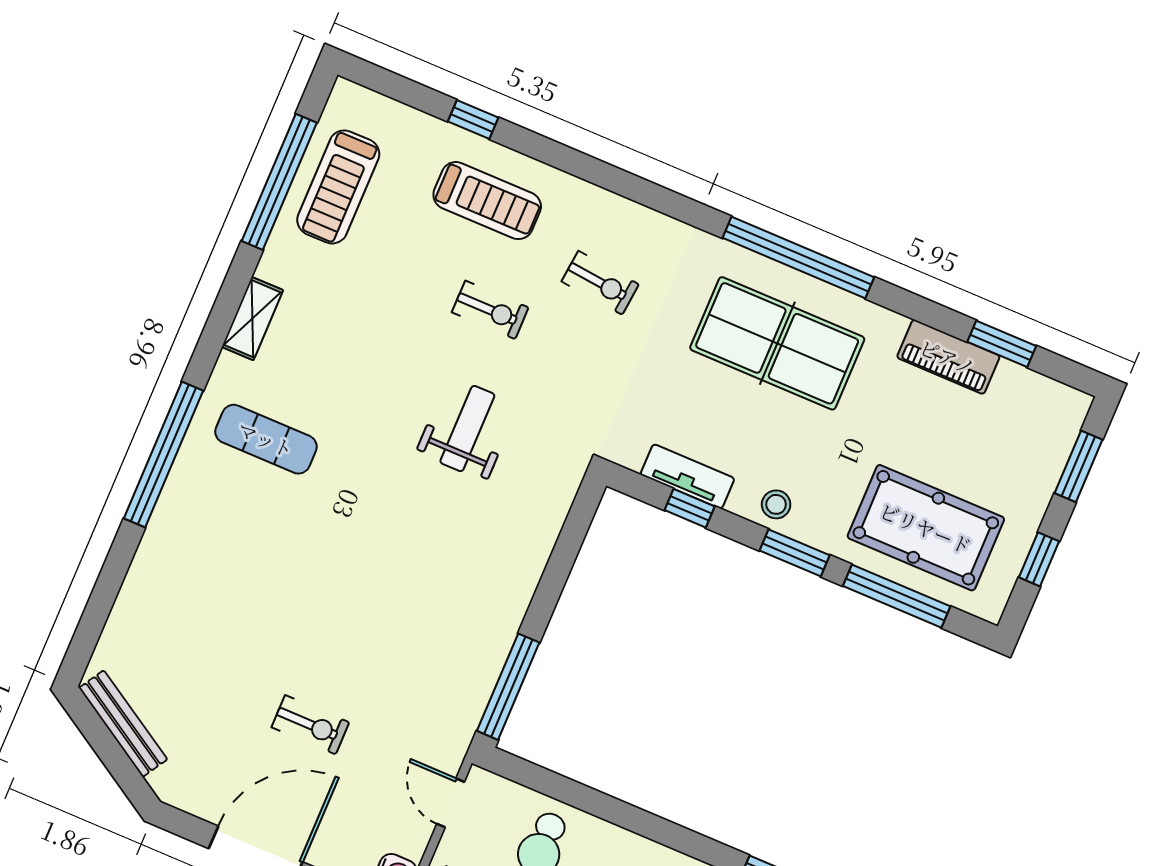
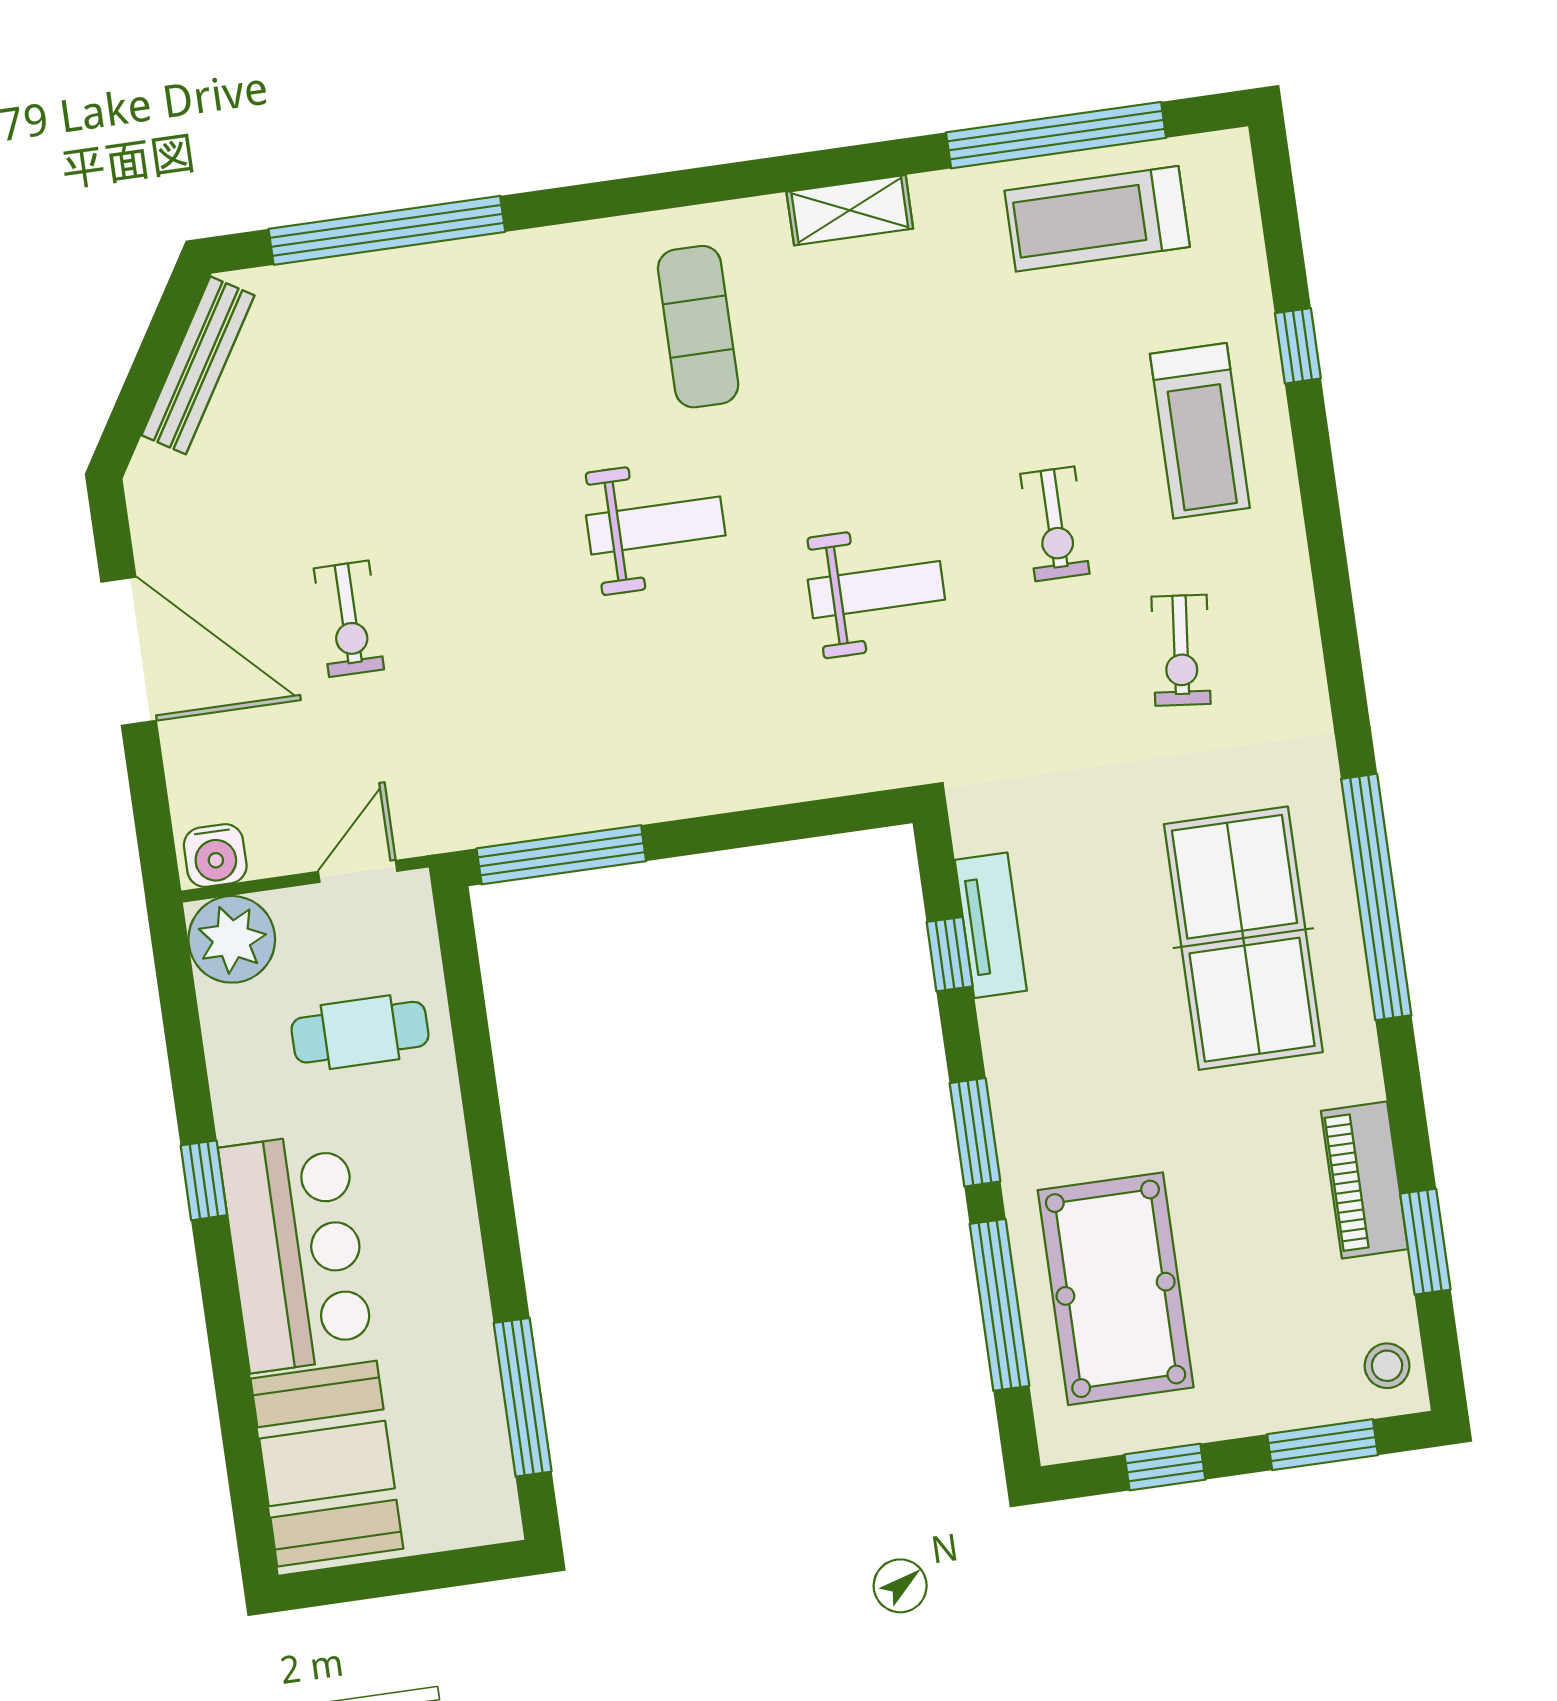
window: (163, 455) -> (387, 230), moved
stool: (776, 504) -> (1387, 1366), moved
weight bench: (360, 527) -> (656, 525), added

